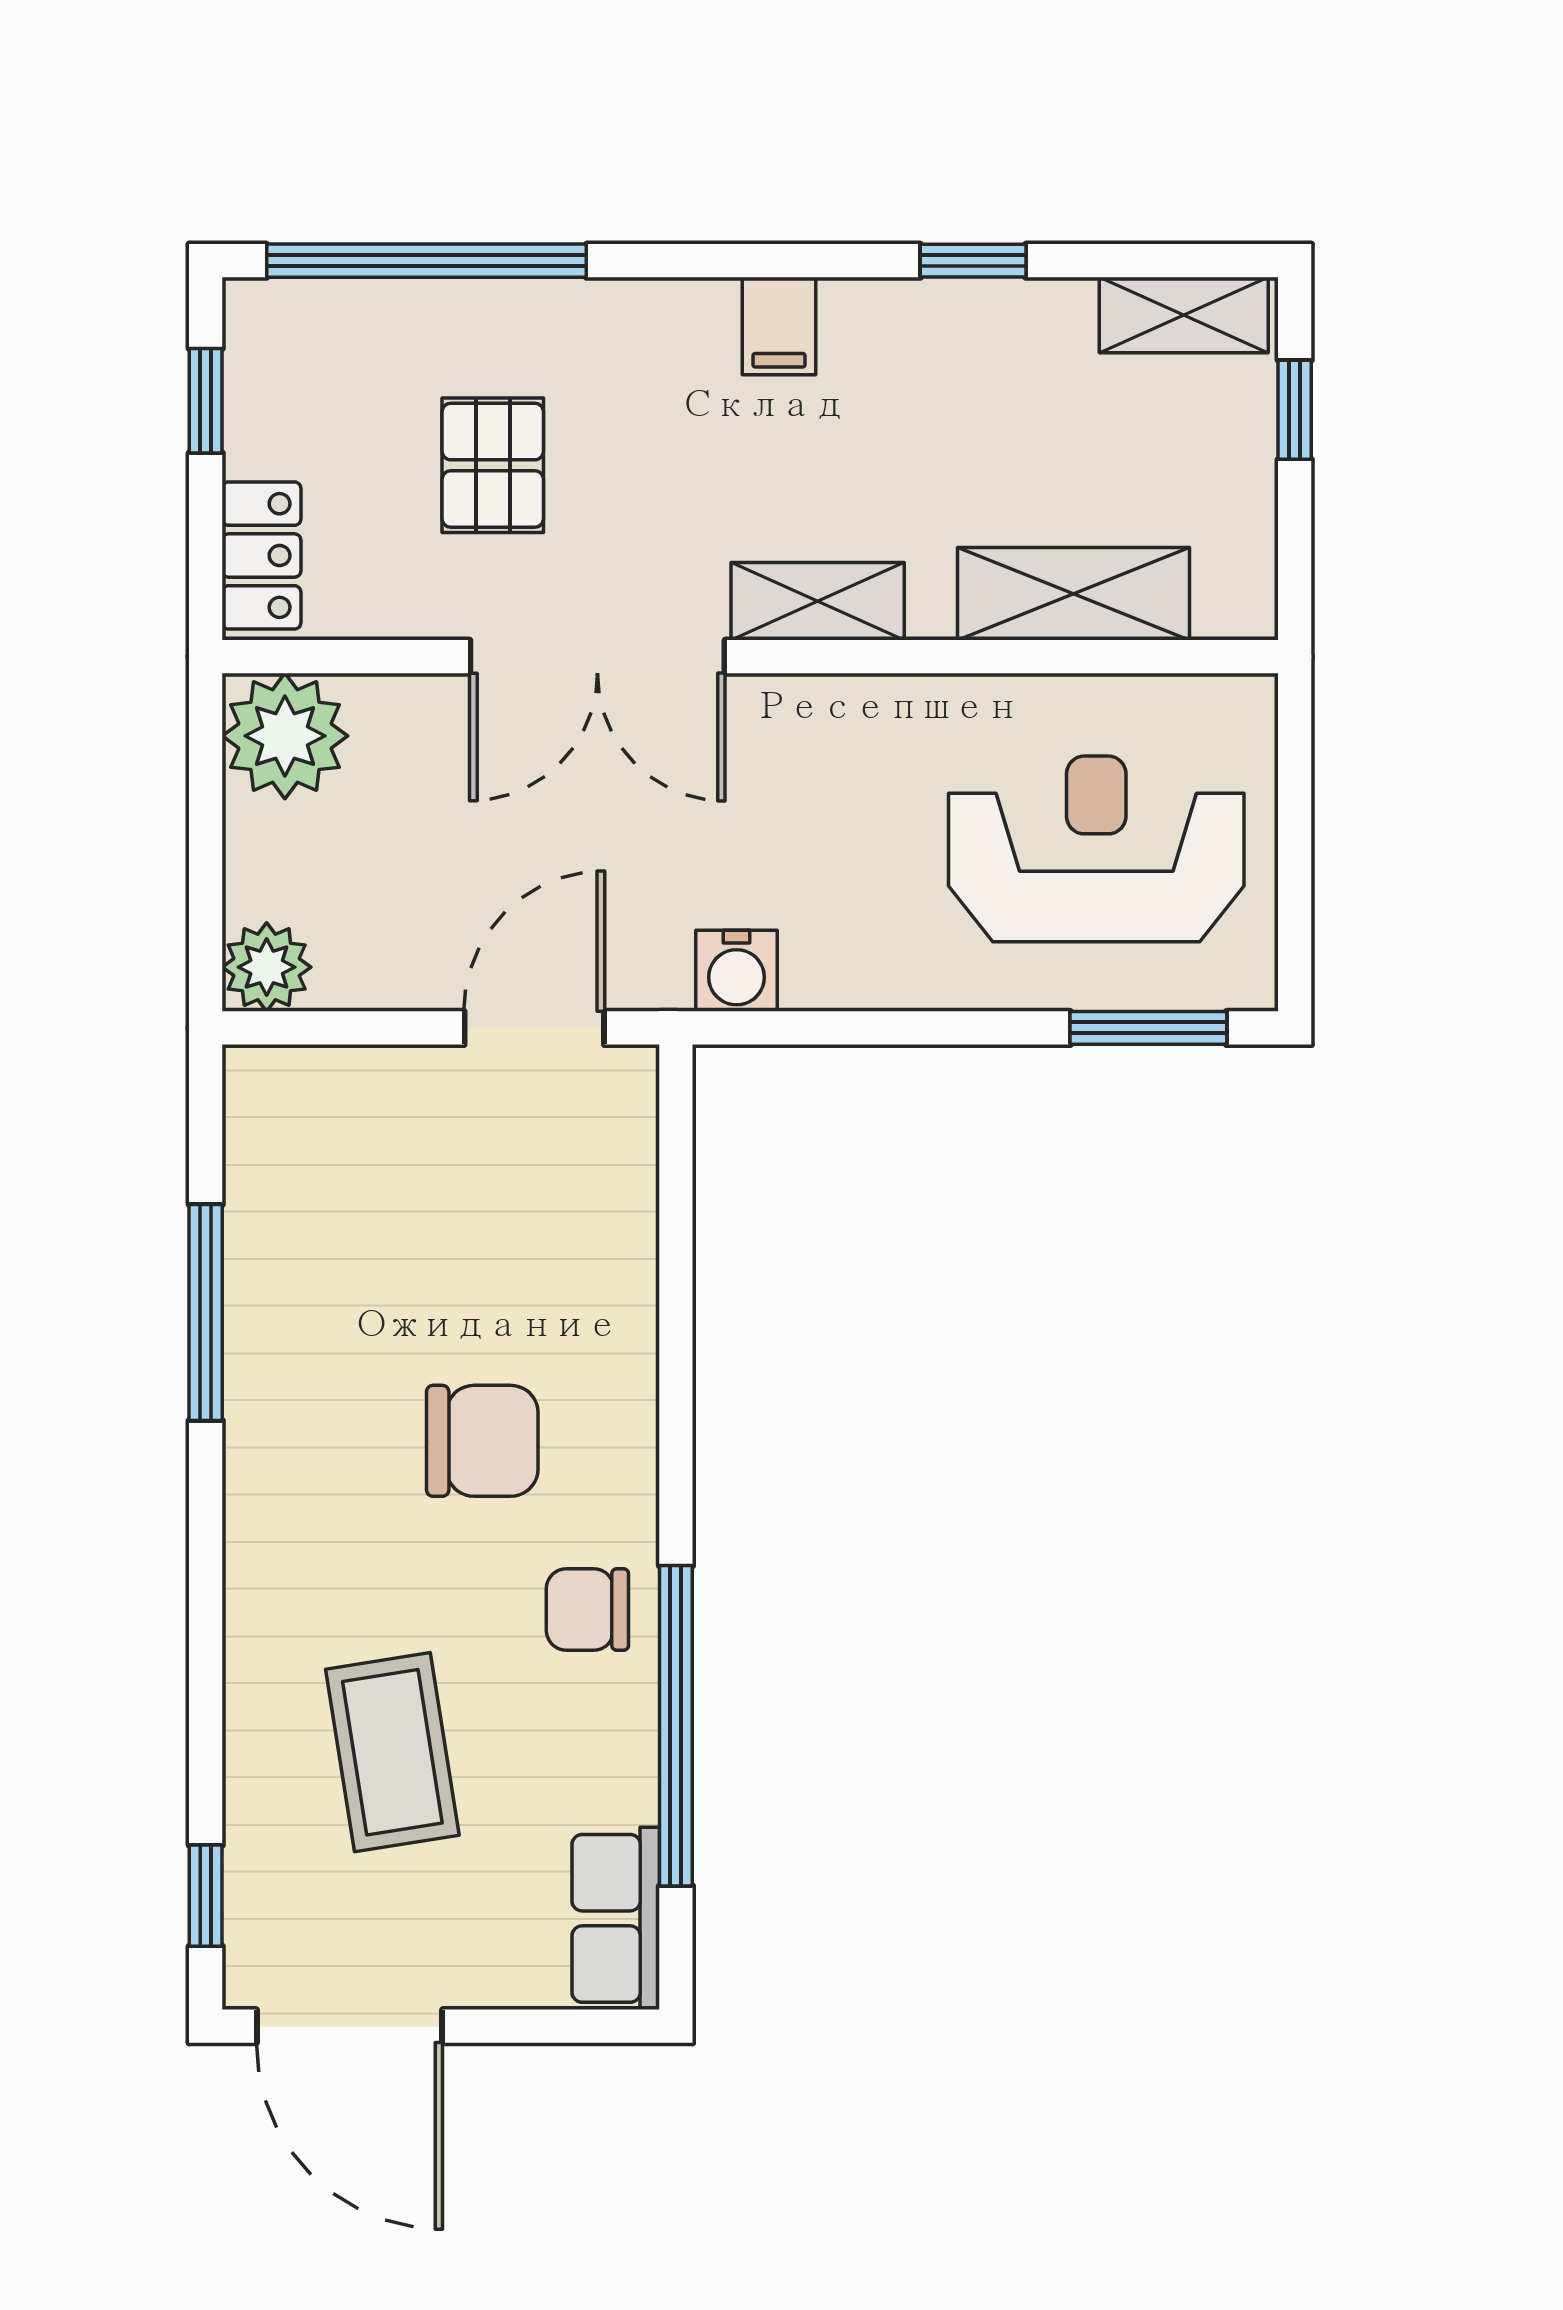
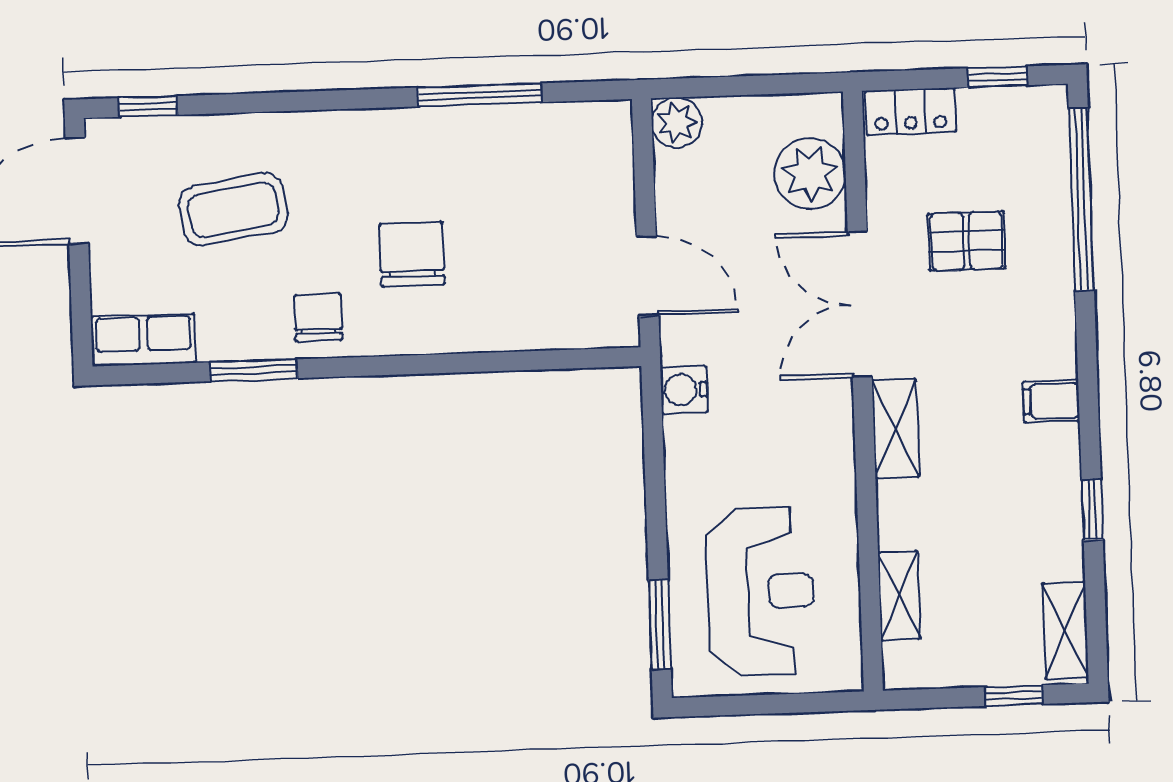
shelving: (1074, 594) -> (899, 596), width x0.67, depth x0.75
plant: (285, 736) -> (810, 174), moved
chair: (482, 1441) -> (412, 254), turned 180
window: (676, 1726) -> (254, 370), width x0.47

